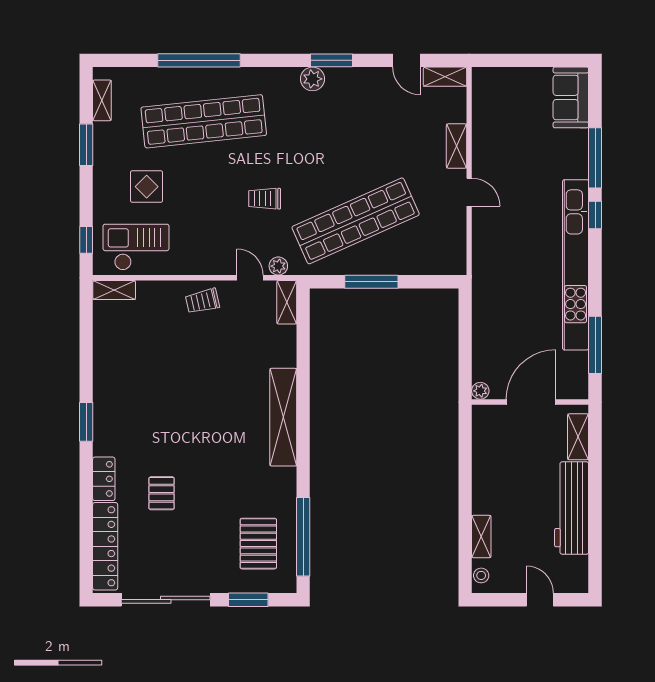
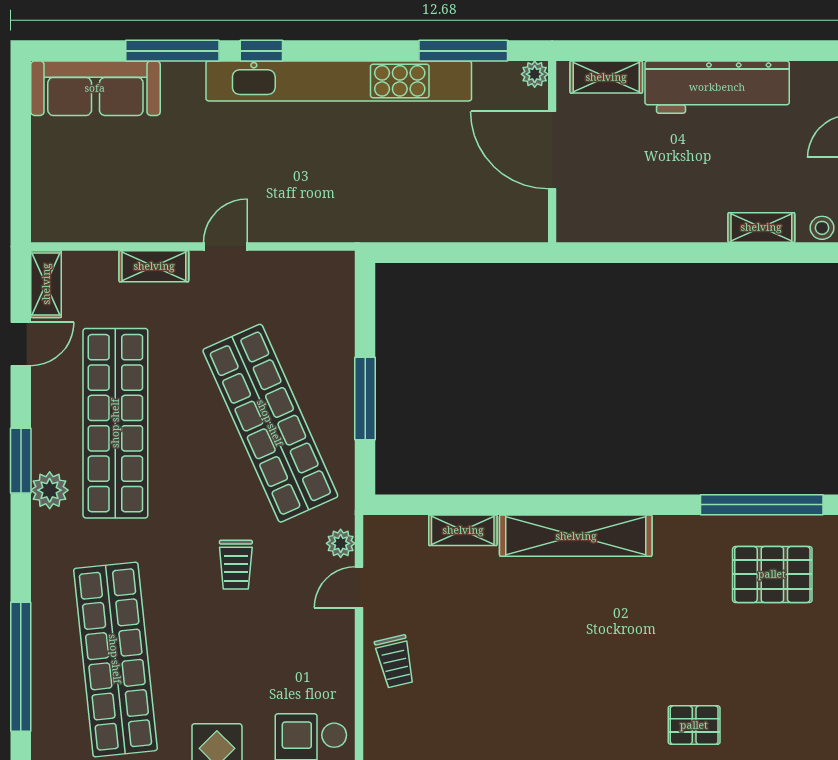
sofa: (571, 97) -> (95, 88), width x1.36
shop shelf: (356, 121) -> (115, 423), added
shelving: (287, 302) -> (463, 530), moved
plant: (480, 391) -> (535, 74), moved

